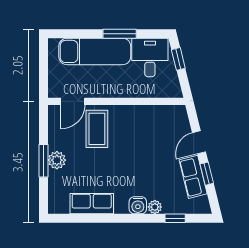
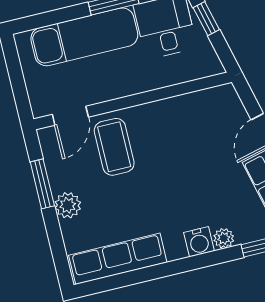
window: (43, 161) -> (42, 184), moved
row of seats: (92, 204) -> (118, 259), width x1.48

